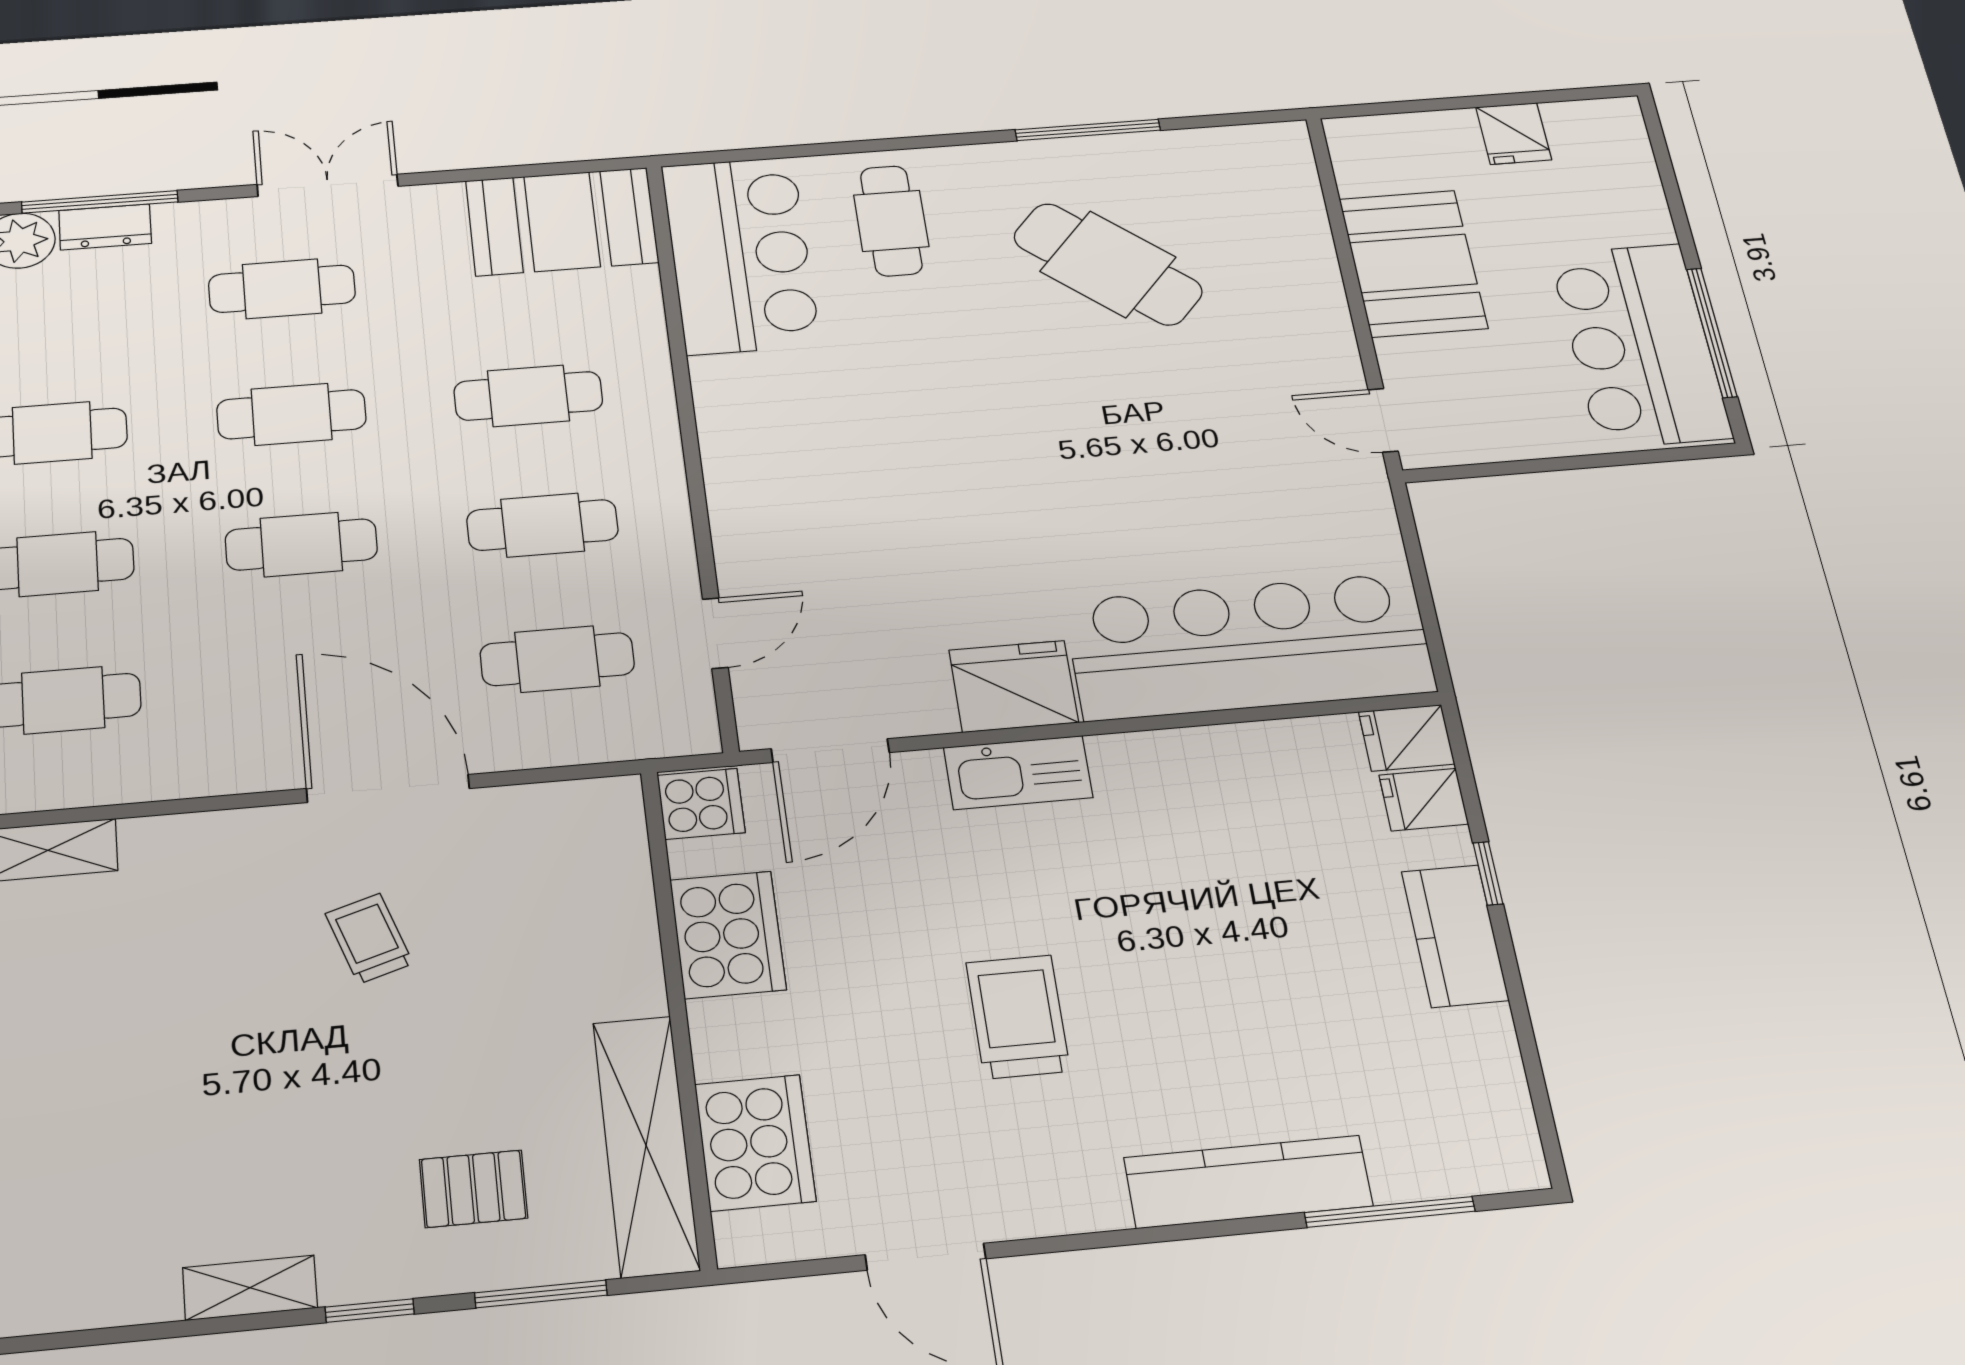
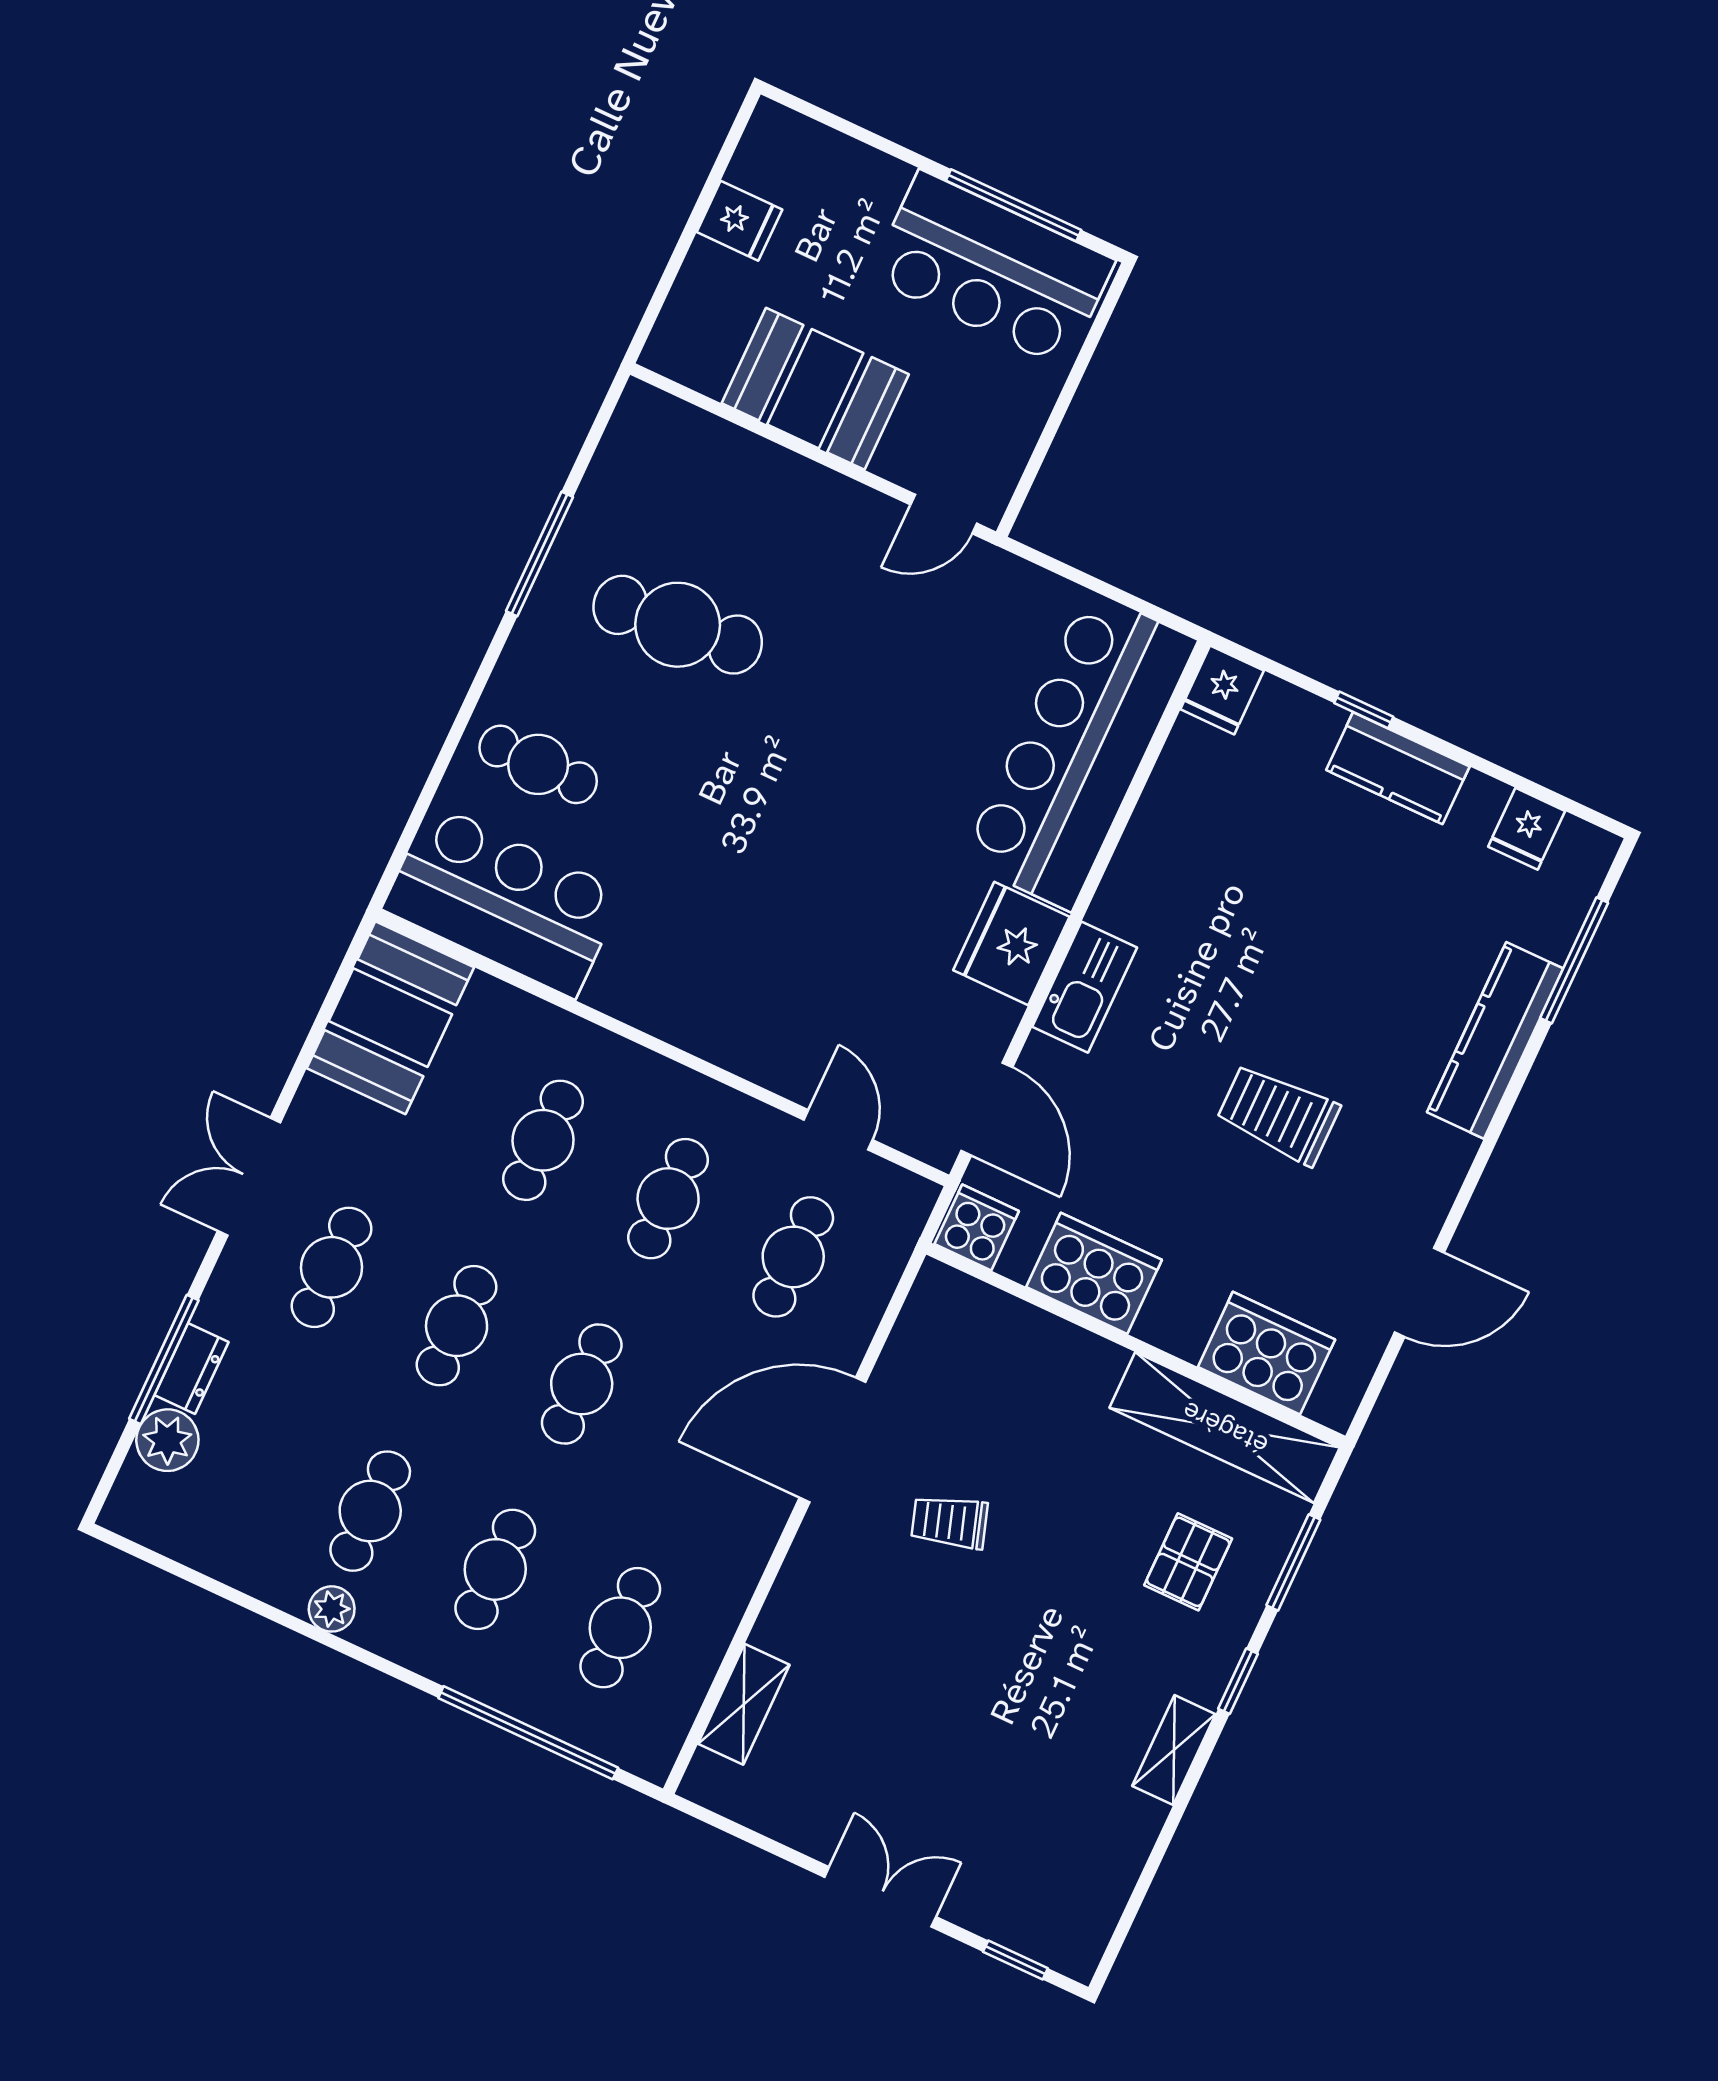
cafe table: (1108, 264) -> (678, 625), turned 43
fridge: (1424, 800) -> (1527, 829), moved

